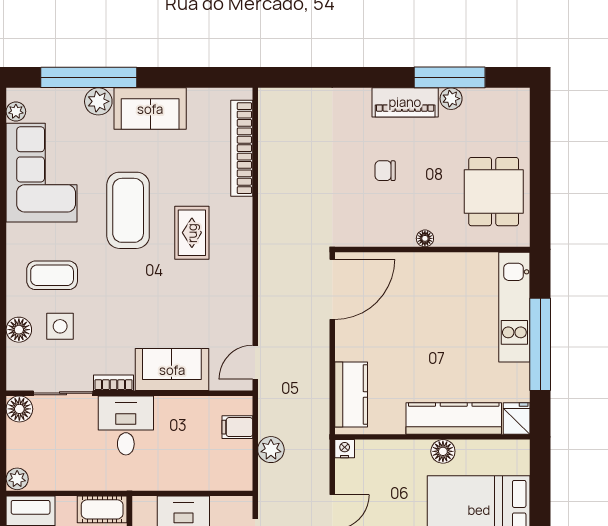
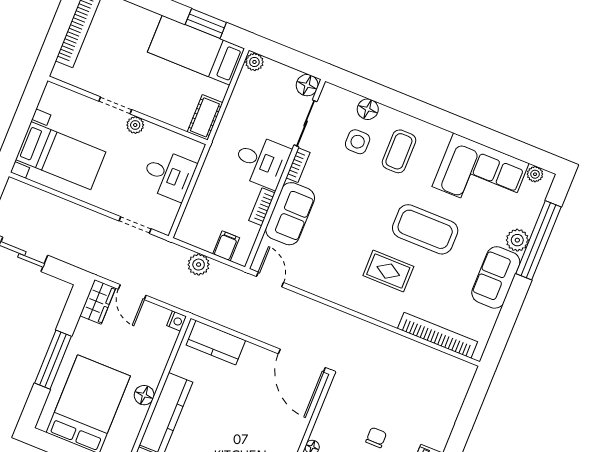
bookcase: (177, 404) -> (262, 207), added

